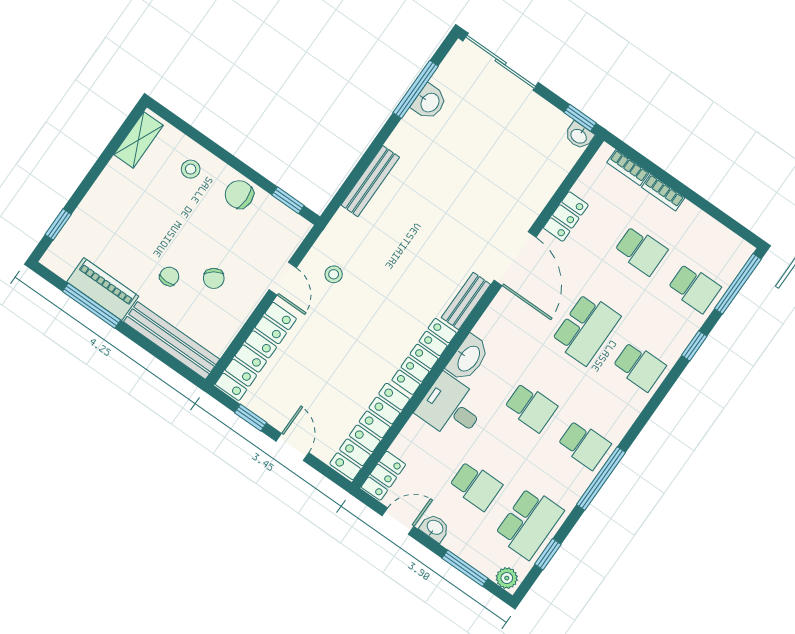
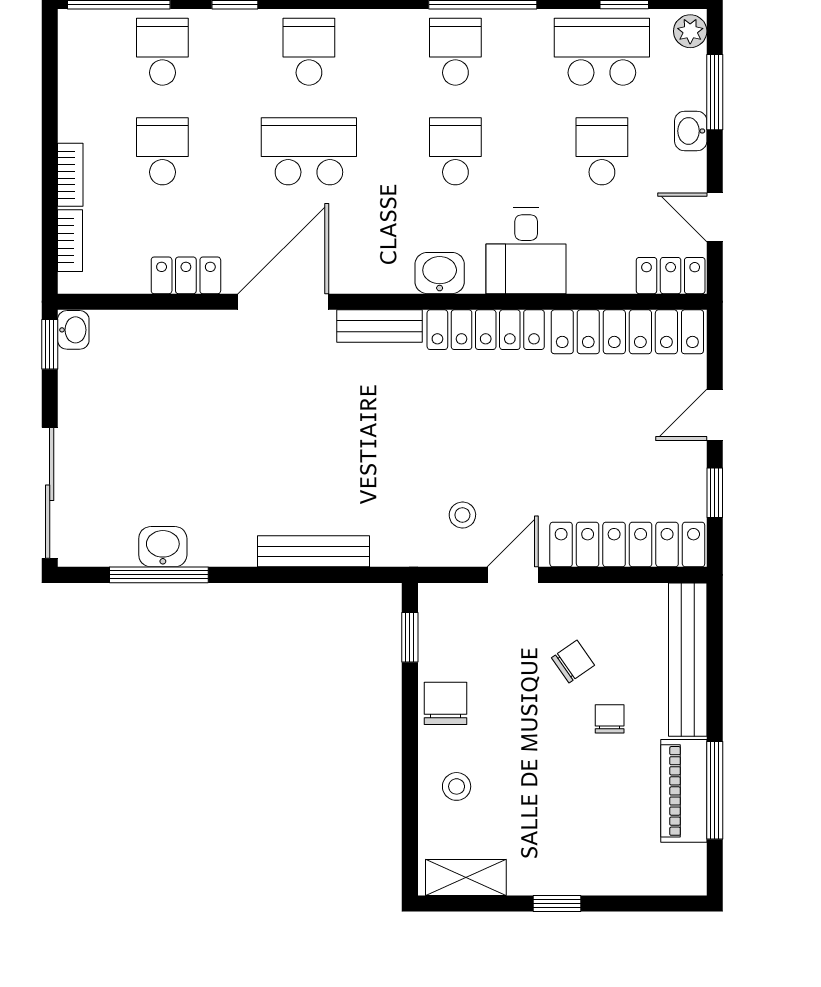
chair: (239, 194) -> (446, 703), turned 180
window: (58, 224) -> (557, 903), moved
chair: (169, 276) -> (610, 719), turned 90
washbasin: (468, 358) -> (440, 273), width x0.72
washbasin: (435, 528) -> (691, 131), moved

